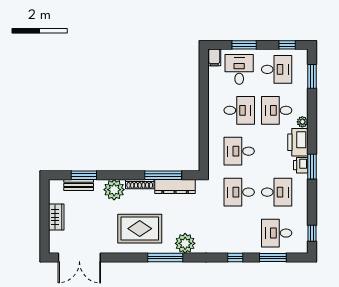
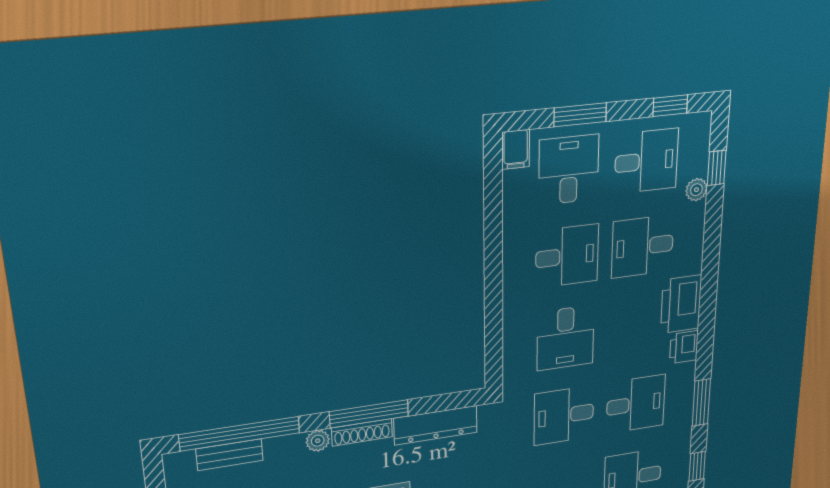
window: (312, 76) -> (717, 168), width x0.67
plant: (302, 122) -> (696, 190), moved
desk: (239, 151) -> (565, 338), turned -90
window: (312, 167) -> (701, 402), moved
window: (84, 175) -> (240, 434), width x2.11
window: (163, 175) -> (369, 414), moved
plant: (114, 190) -> (318, 441), width x0.53, depth x0.53

